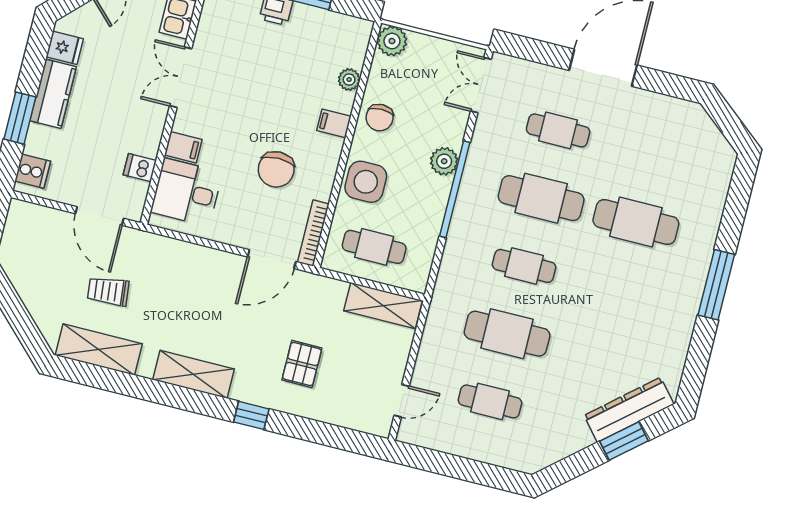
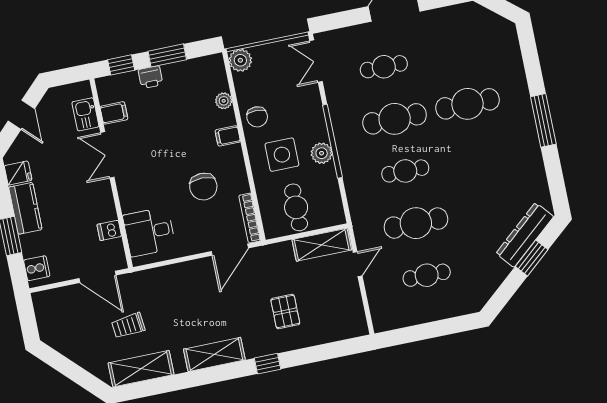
filing cabinet: (183, 147) -> (114, 113), moved
plant: (444, 161) -> (322, 153), moved
side table: (366, 182) -> (282, 155), moved
cafe table: (374, 247) -> (296, 207), turned 90
door: (402, 401) -> (358, 264), moved

